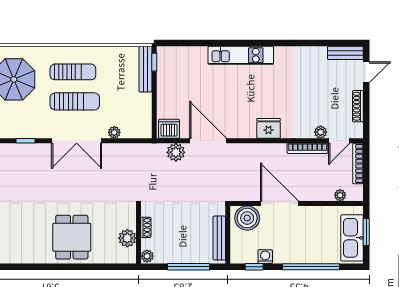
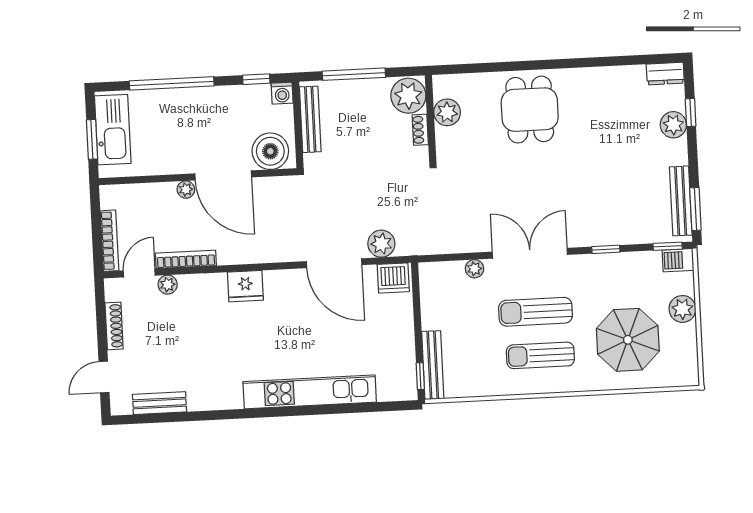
bench: (345, 53) -> (160, 403), moved
kitchen unit: (241, 55) -> (310, 392), width x1.36
plant: (340, 195) -> (186, 189), moved
plant: (147, 256) -> (408, 96), width x1.88, depth x1.88
washing machine: (265, 257) -> (282, 93), moved

